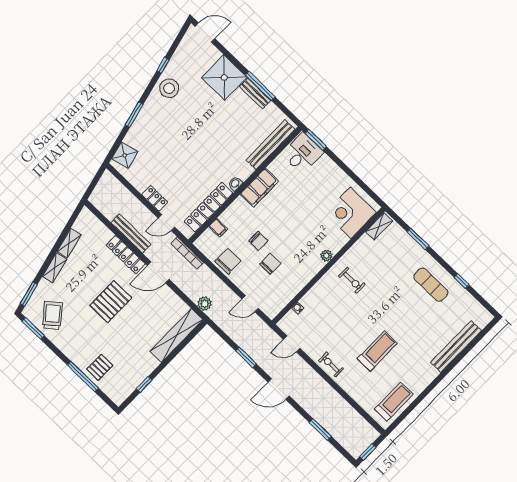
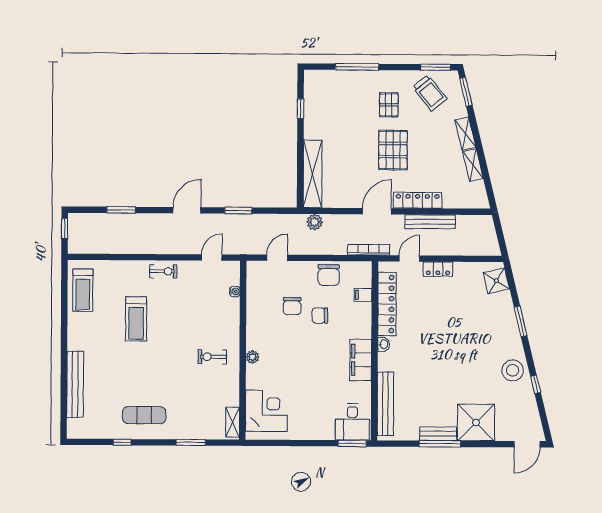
pallet: (100, 367) -> (389, 105), moved

